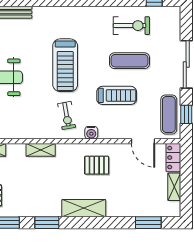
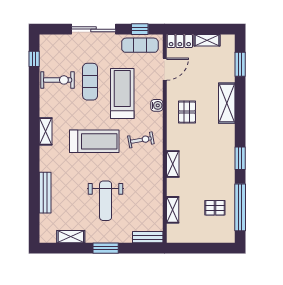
shelving: (76, 13) -> (46, 131), added
exercise bike: (131, 26) -> (58, 80), turned 90
treadmill: (117, 95) -> (122, 94), width x1.37, depth x1.38
water cooler: (91, 133) -> (157, 105), moved
shelving: (84, 208) -> (227, 103), moved

